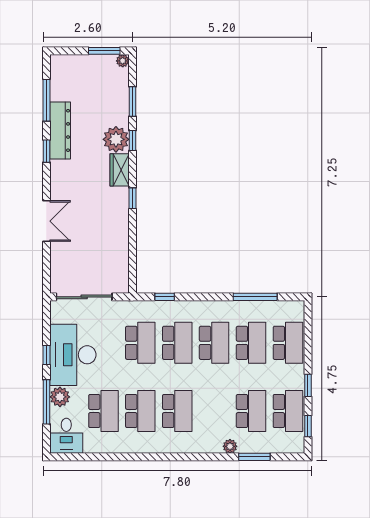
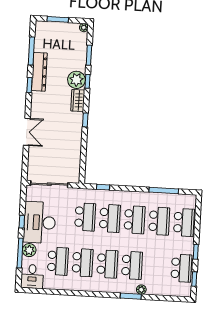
window: (104, 51) -> (58, 19), moved
school desk: (251, 411) -> (132, 265), moved
window: (254, 457) -> (131, 296), moved

